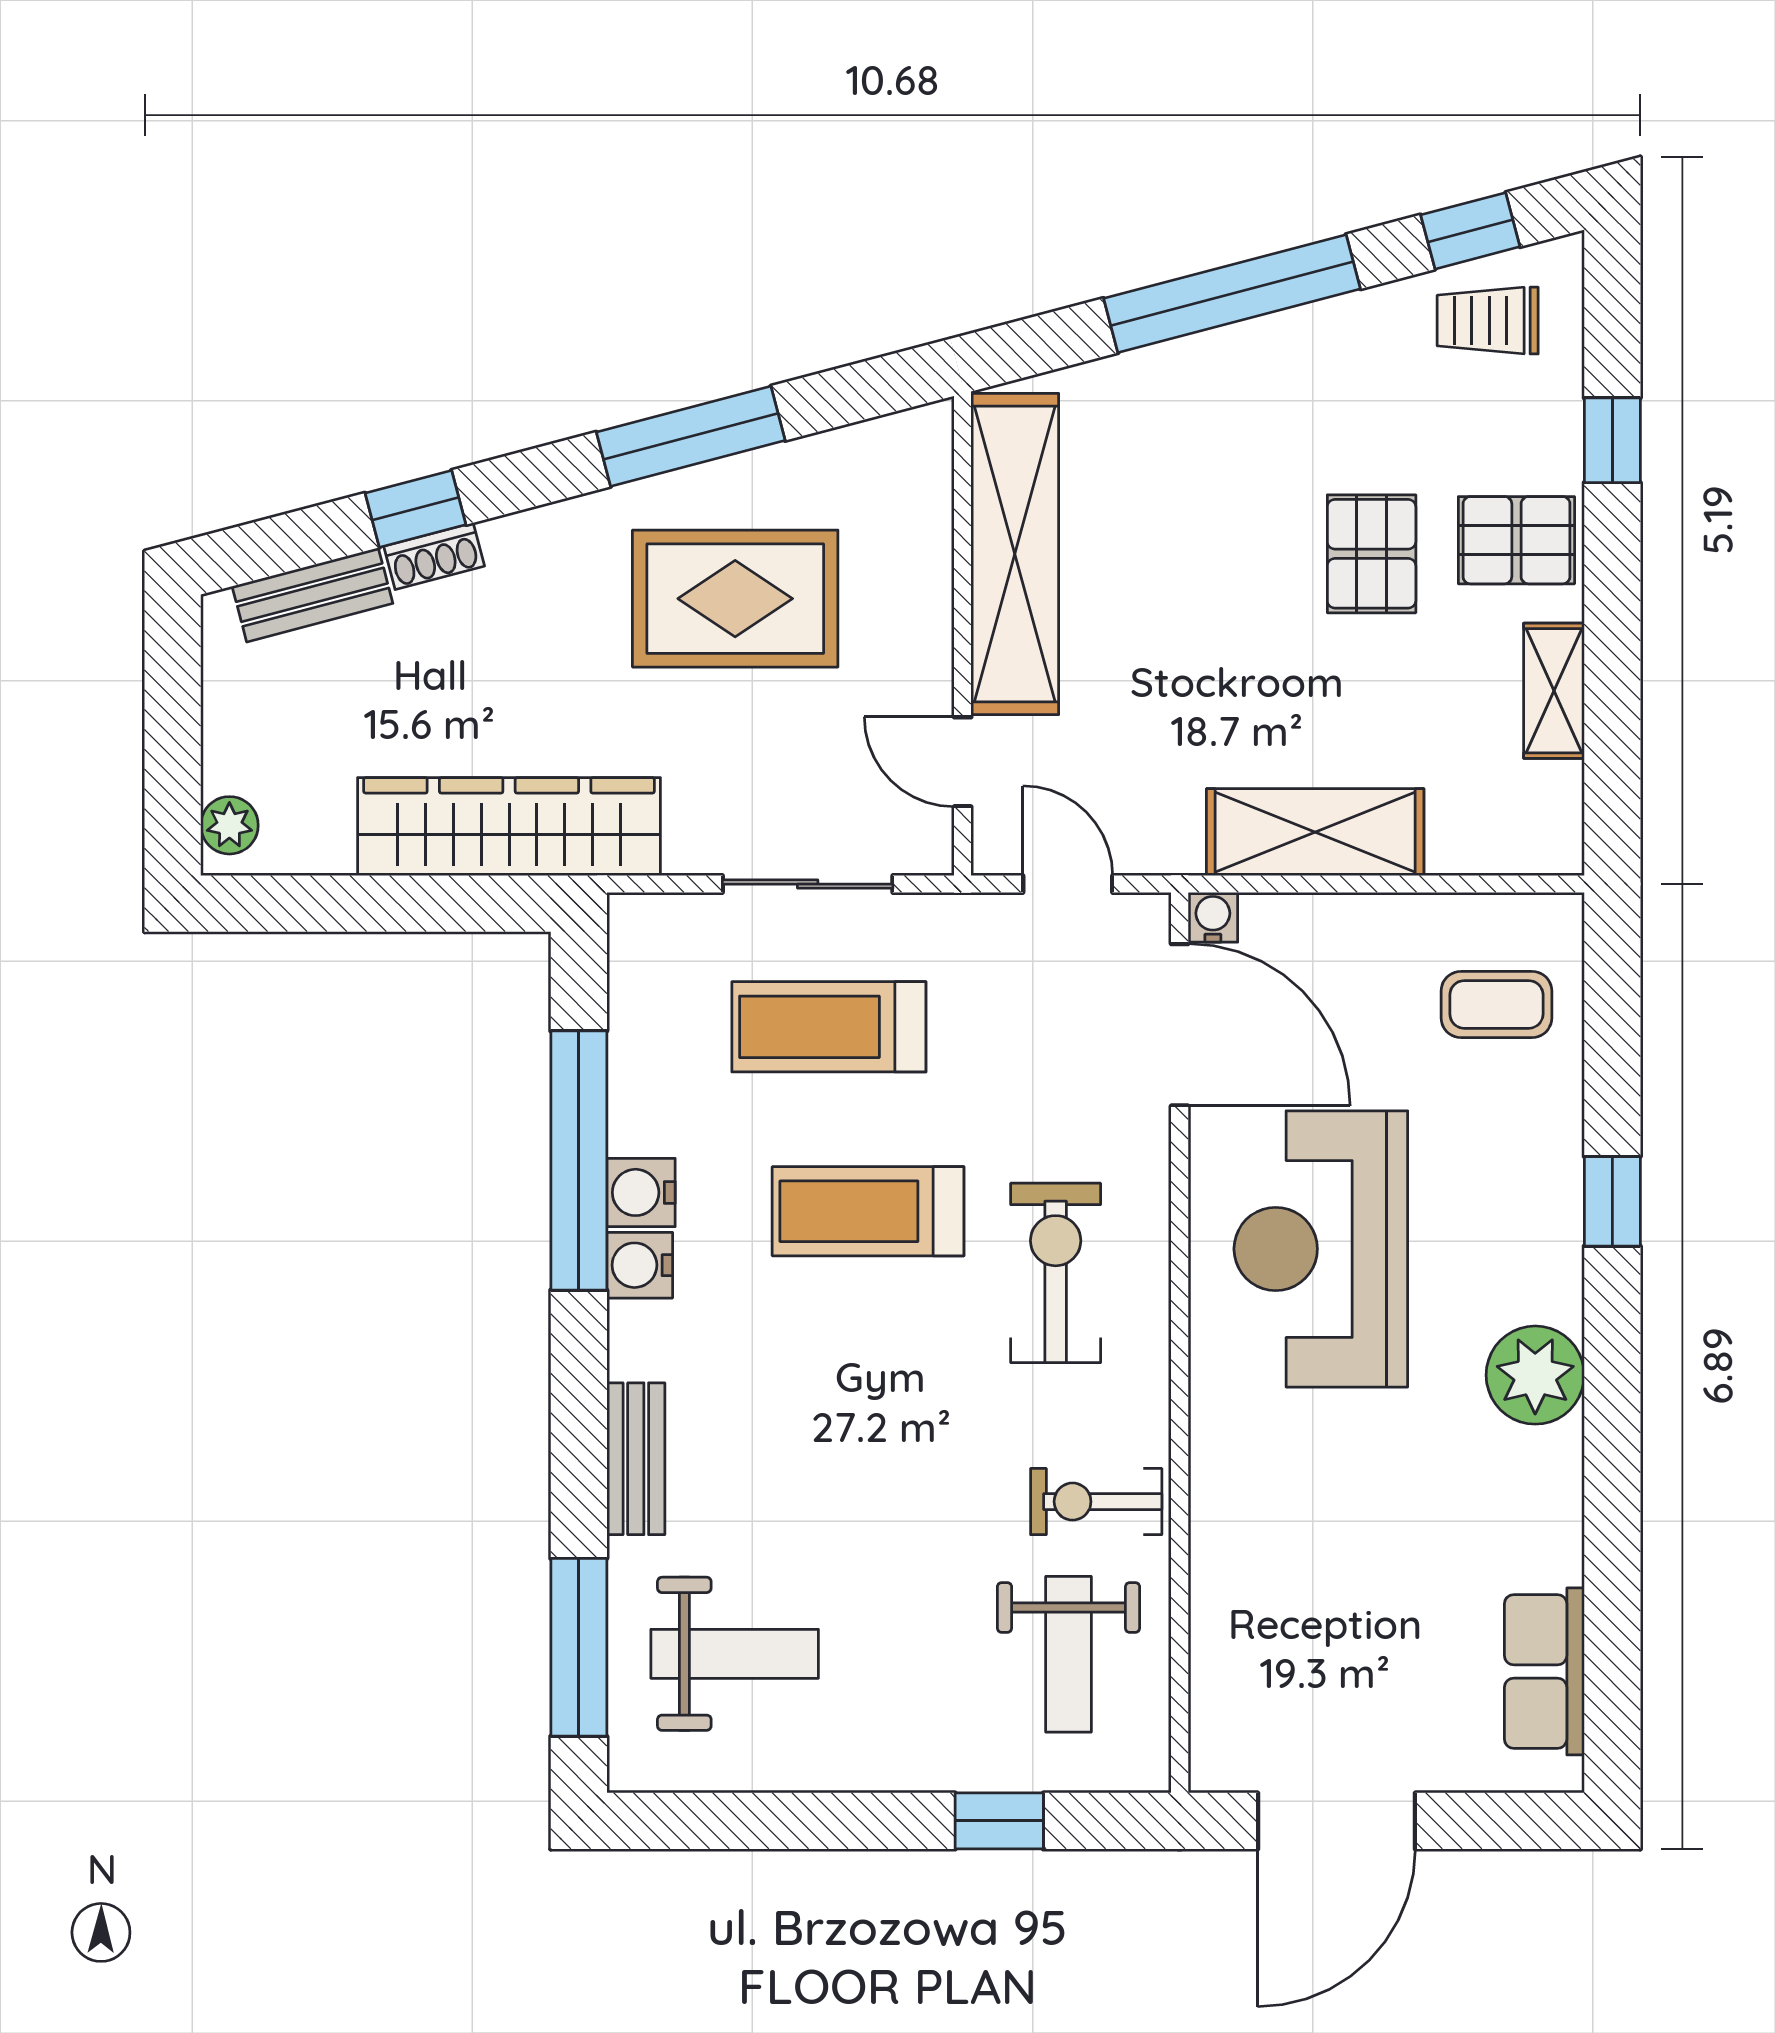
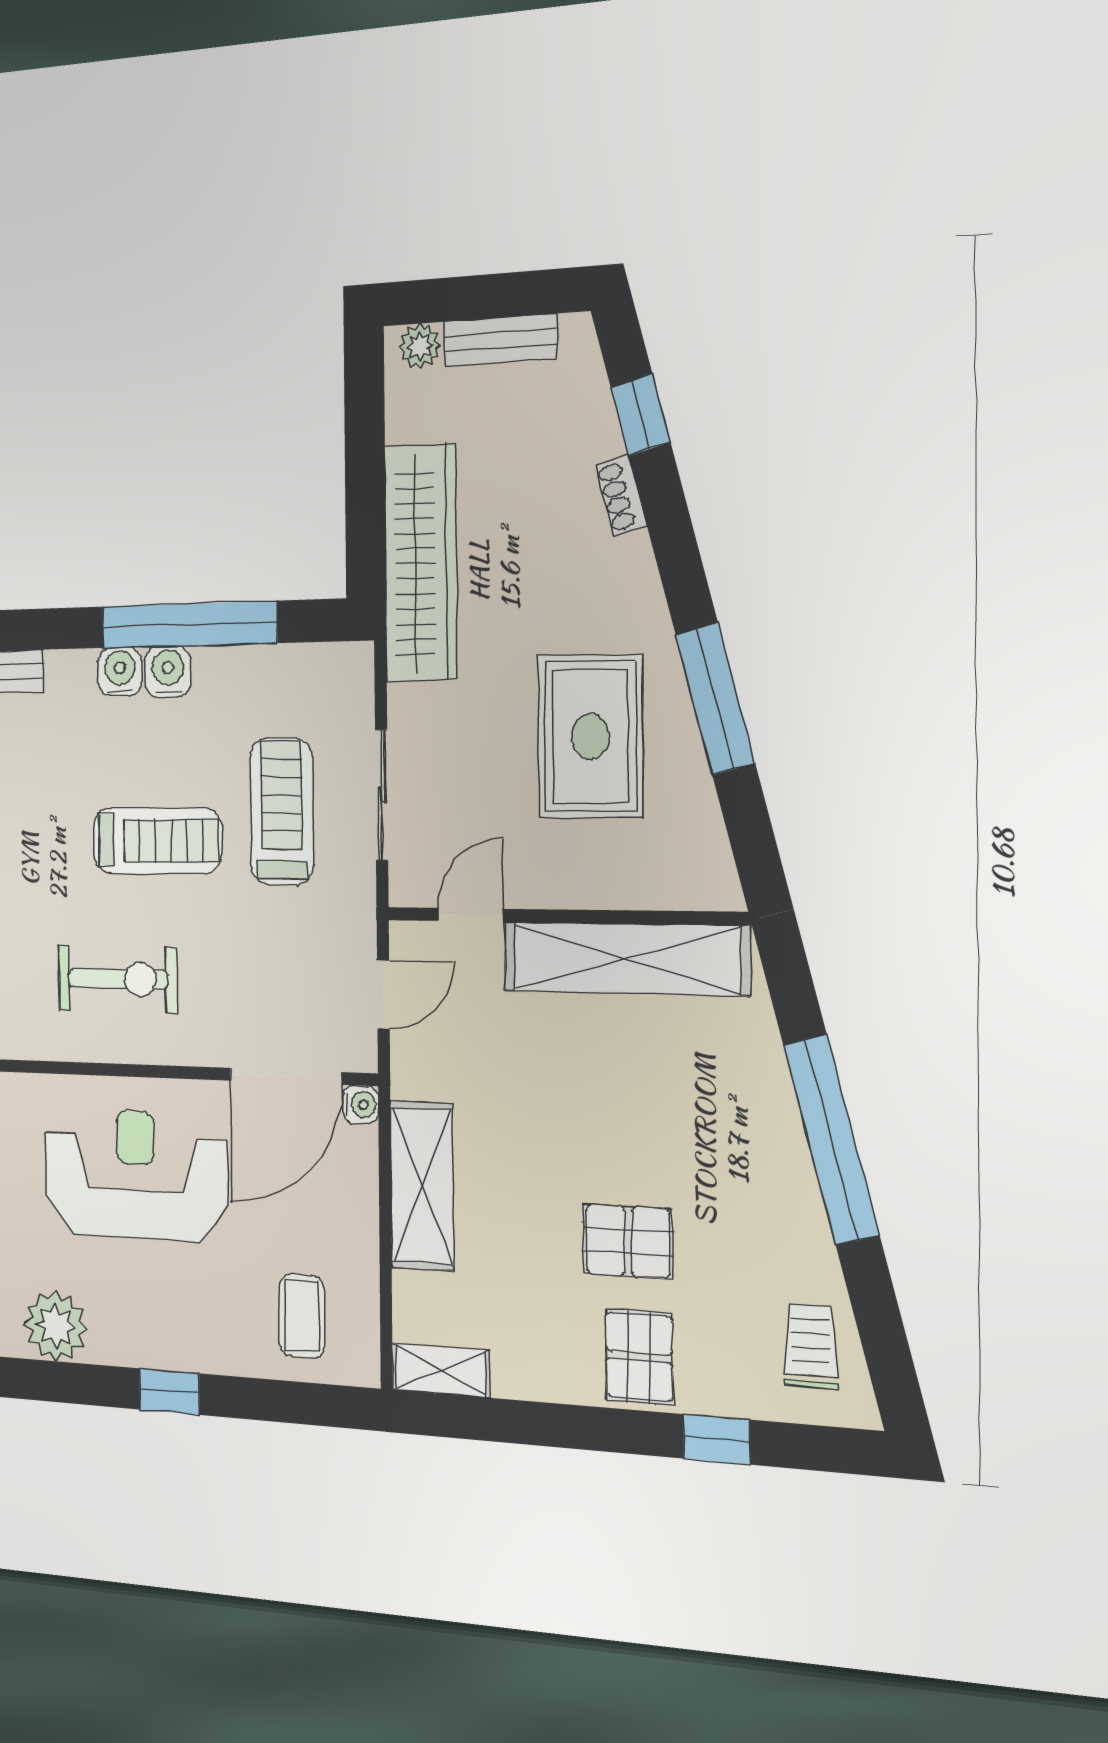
window: (1470, 231) -> (883, 1338), removed
window: (416, 509) -> (640, 415), moved
bench: (312, 595) -> (500, 340), moved, turned -75
shelving: (1554, 691) -> (441, 1370), moved
treadmill: (868, 1211) -> (157, 841), turned 90

